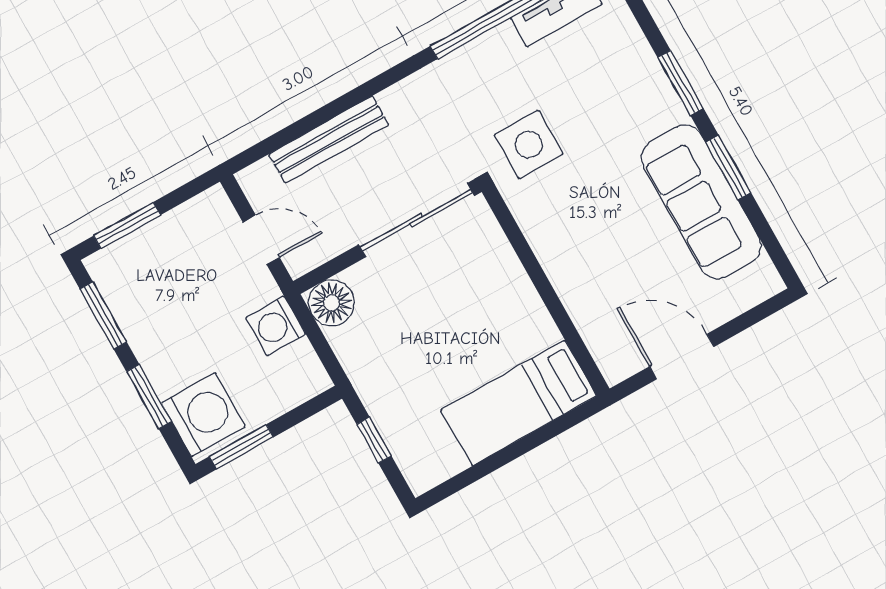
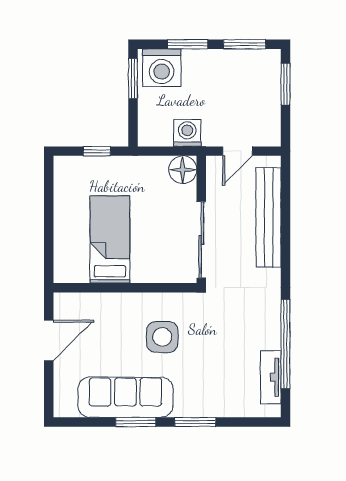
bench: (329, 139) -> (269, 217), width x1.37, depth x1.21
side table: (529, 144) -> (162, 337), moved
bed: (519, 403) -> (110, 239), moved

